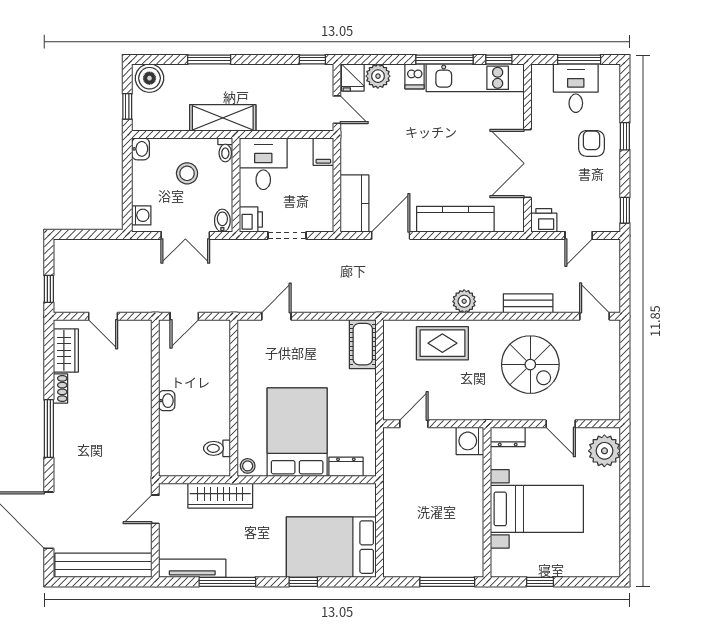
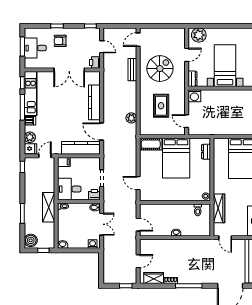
stool: (187, 173) -> (74, 223), removed
kitchen counter: (355, 204) -> (81, 148), width x1.50
plant: (464, 301) -> (131, 118), moved
rug: (442, 343) -> (161, 106), moved
bed: (297, 432) -> (176, 158), moved, turned -90

